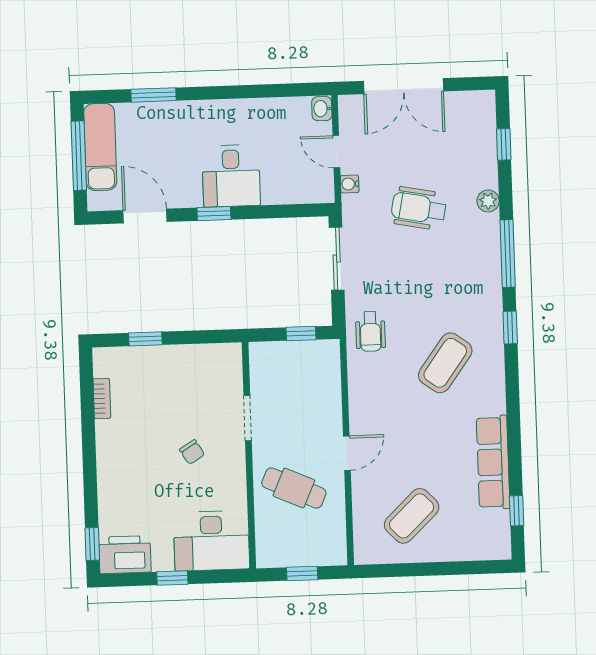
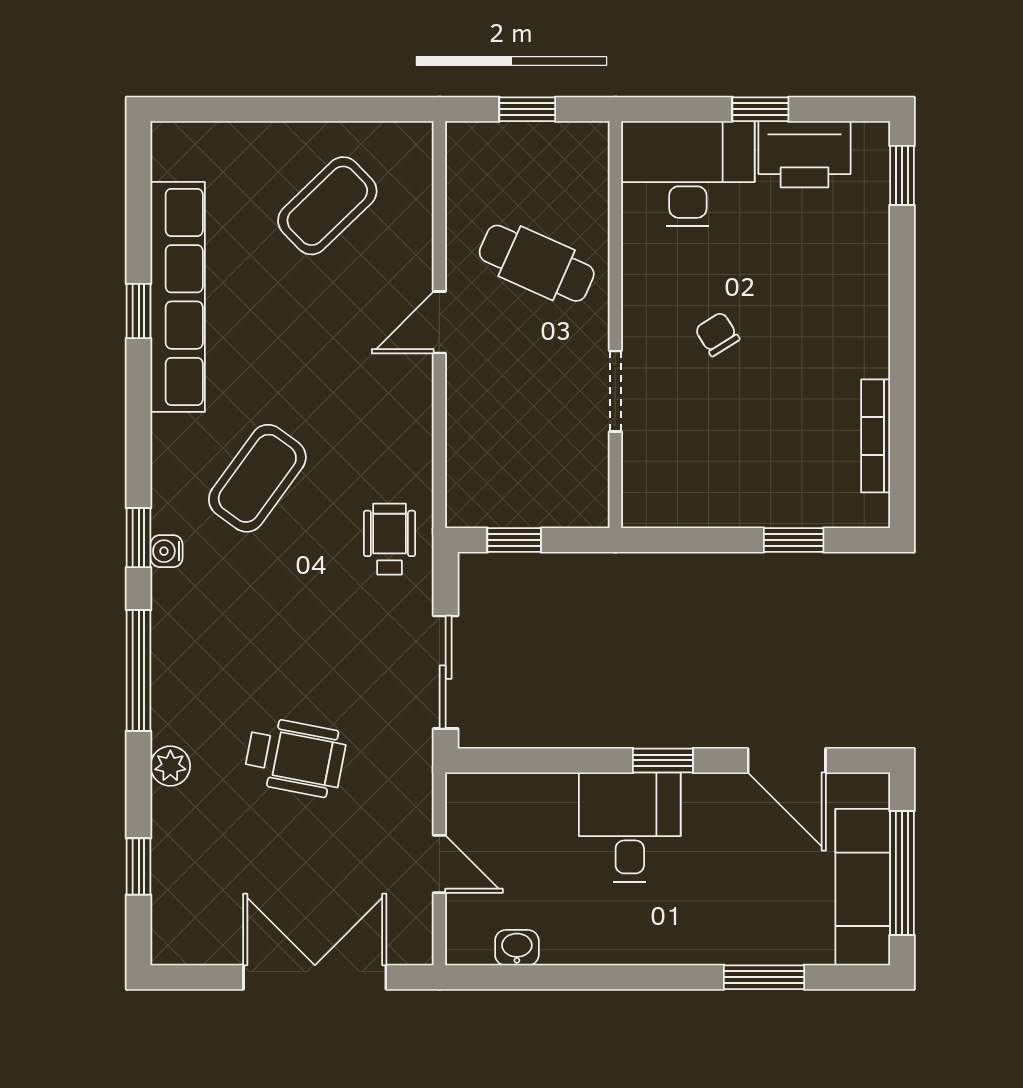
washbasin: (322, 109) -> (517, 948), moved, turned -90
water cooler: (350, 184) -> (167, 551), moved, turned 180
bookcase: (102, 398) -> (876, 436), width x1.56
row of seats: (493, 462) -> (178, 297), width x1.36
window: (517, 511) -> (139, 311), moved
printer: (125, 555) -> (805, 154), moved

